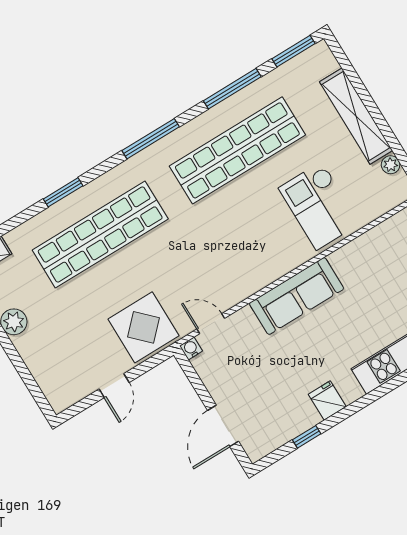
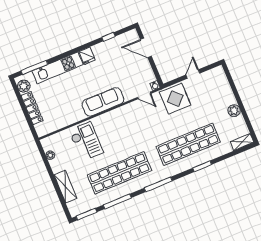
shelving: (356, 116) -> (65, 187), width x0.68
fridge: (327, 401) -> (87, 56), moved
door: (223, 426) -> (146, 48), swing flipped

